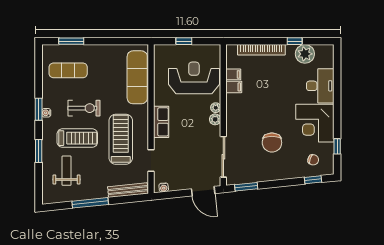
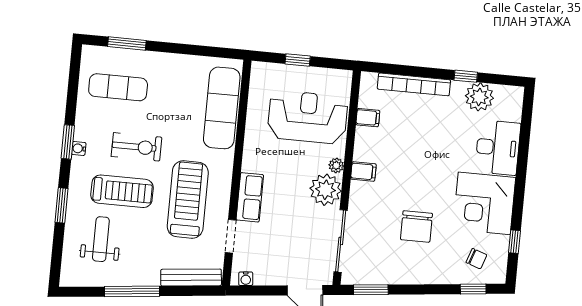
filing cabinet: (234, 87) -> (363, 171), moved
plant: (215, 119) -> (326, 190), width x1.87, depth x1.87
row of seats: (161, 122) -> (250, 197), moved

